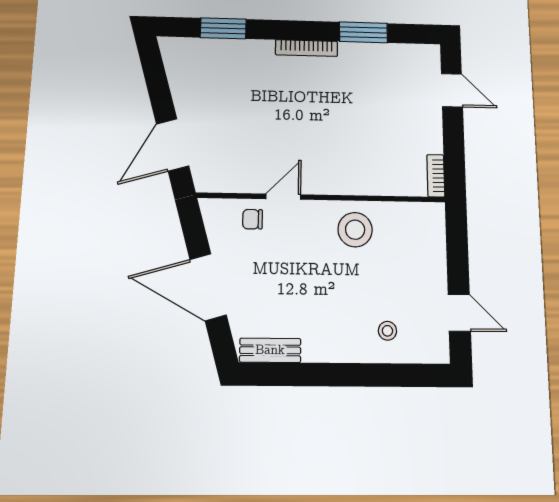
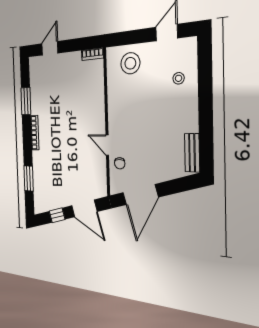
window: (158, 86) -> (57, 215), added
stool: (355, 230) -> (130, 63), moved
door: (208, 287) -> (140, 195), moved

